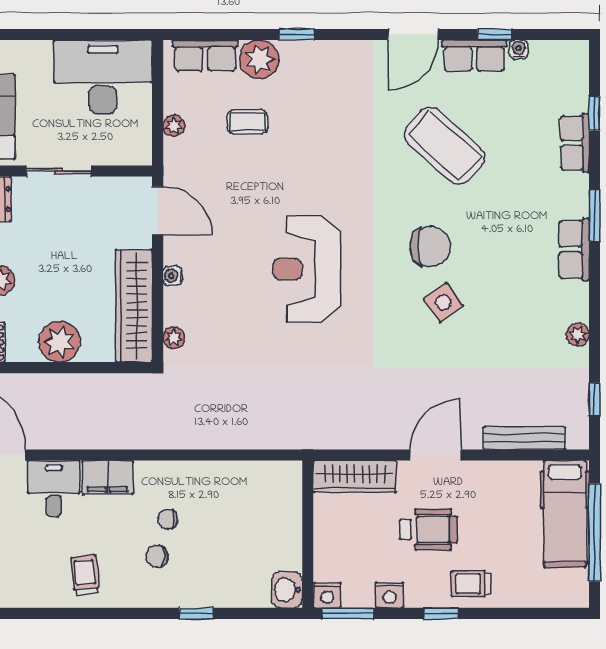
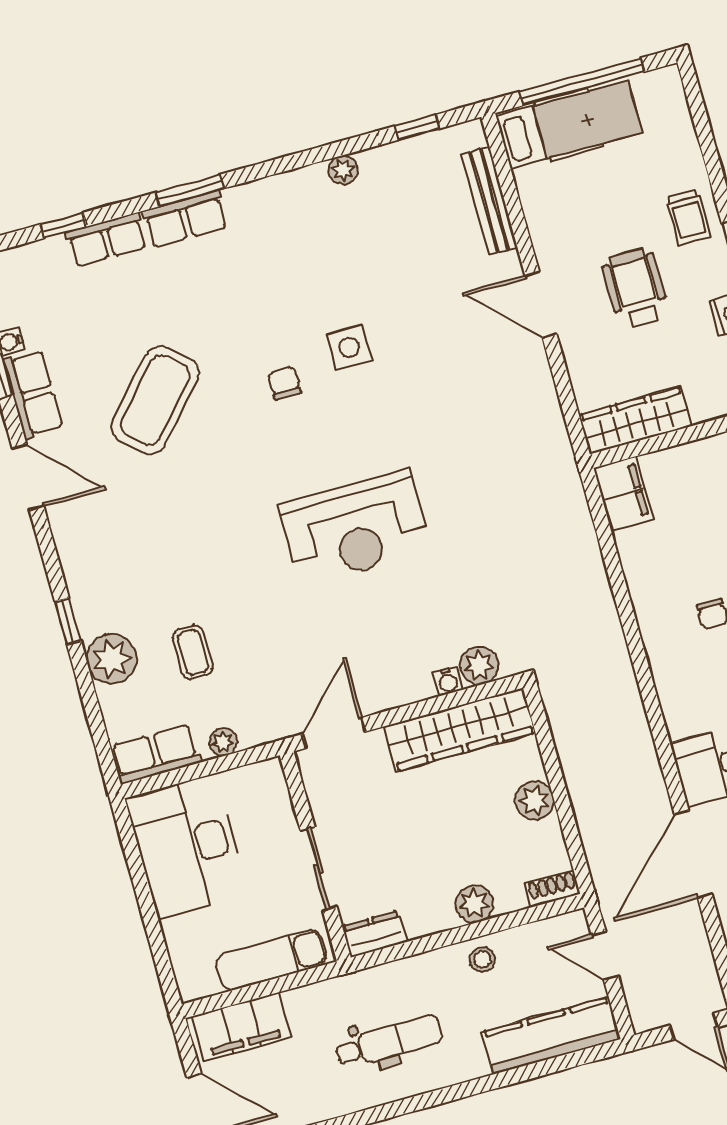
row of seats: (205, 56) -> (156, 754), moved, turned -90
chair: (430, 246) -> (284, 383), width x0.54, depth x0.54
row of seats: (574, 250) -> (185, 219), moved
water cooler: (173, 276) -> (448, 681), moved
side table: (443, 302) -> (349, 348), turned 36
plant: (174, 338) -> (479, 666), width x1.38, depth x1.38
plant: (60, 342) -> (535, 801), width x0.73, depth x0.73
wardrobe: (355, 477) -> (635, 420), moved, turned -90
filing cabinet: (108, 478) -> (623, 494), moved

